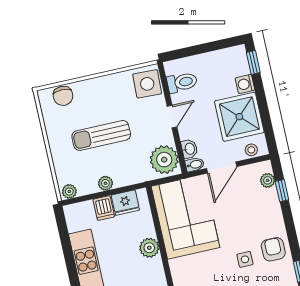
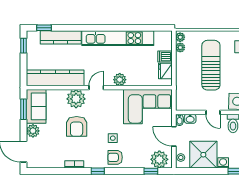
sun lounger: (101, 135) -> (211, 65), width x1.36, depth x1.34
plant: (164, 160) -> (187, 101), removed
plant: (268, 180) -> (159, 159), width x1.87, depth x1.87
plant: (105, 183) -> (180, 47), moved
plant: (149, 248) -> (120, 80), moved
armchair: (273, 249) -> (115, 157), turned 180

